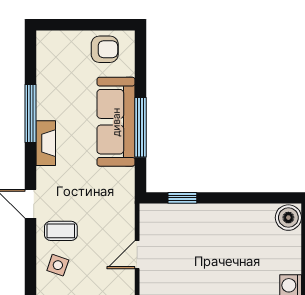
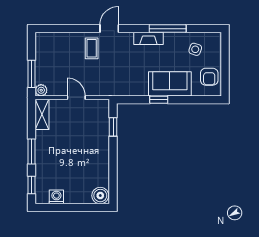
sofa: (116, 122) -> (170, 84), width x0.73
window: (141, 127) -> (159, 100), width x0.46
side table: (58, 265) -> (195, 49), moved

